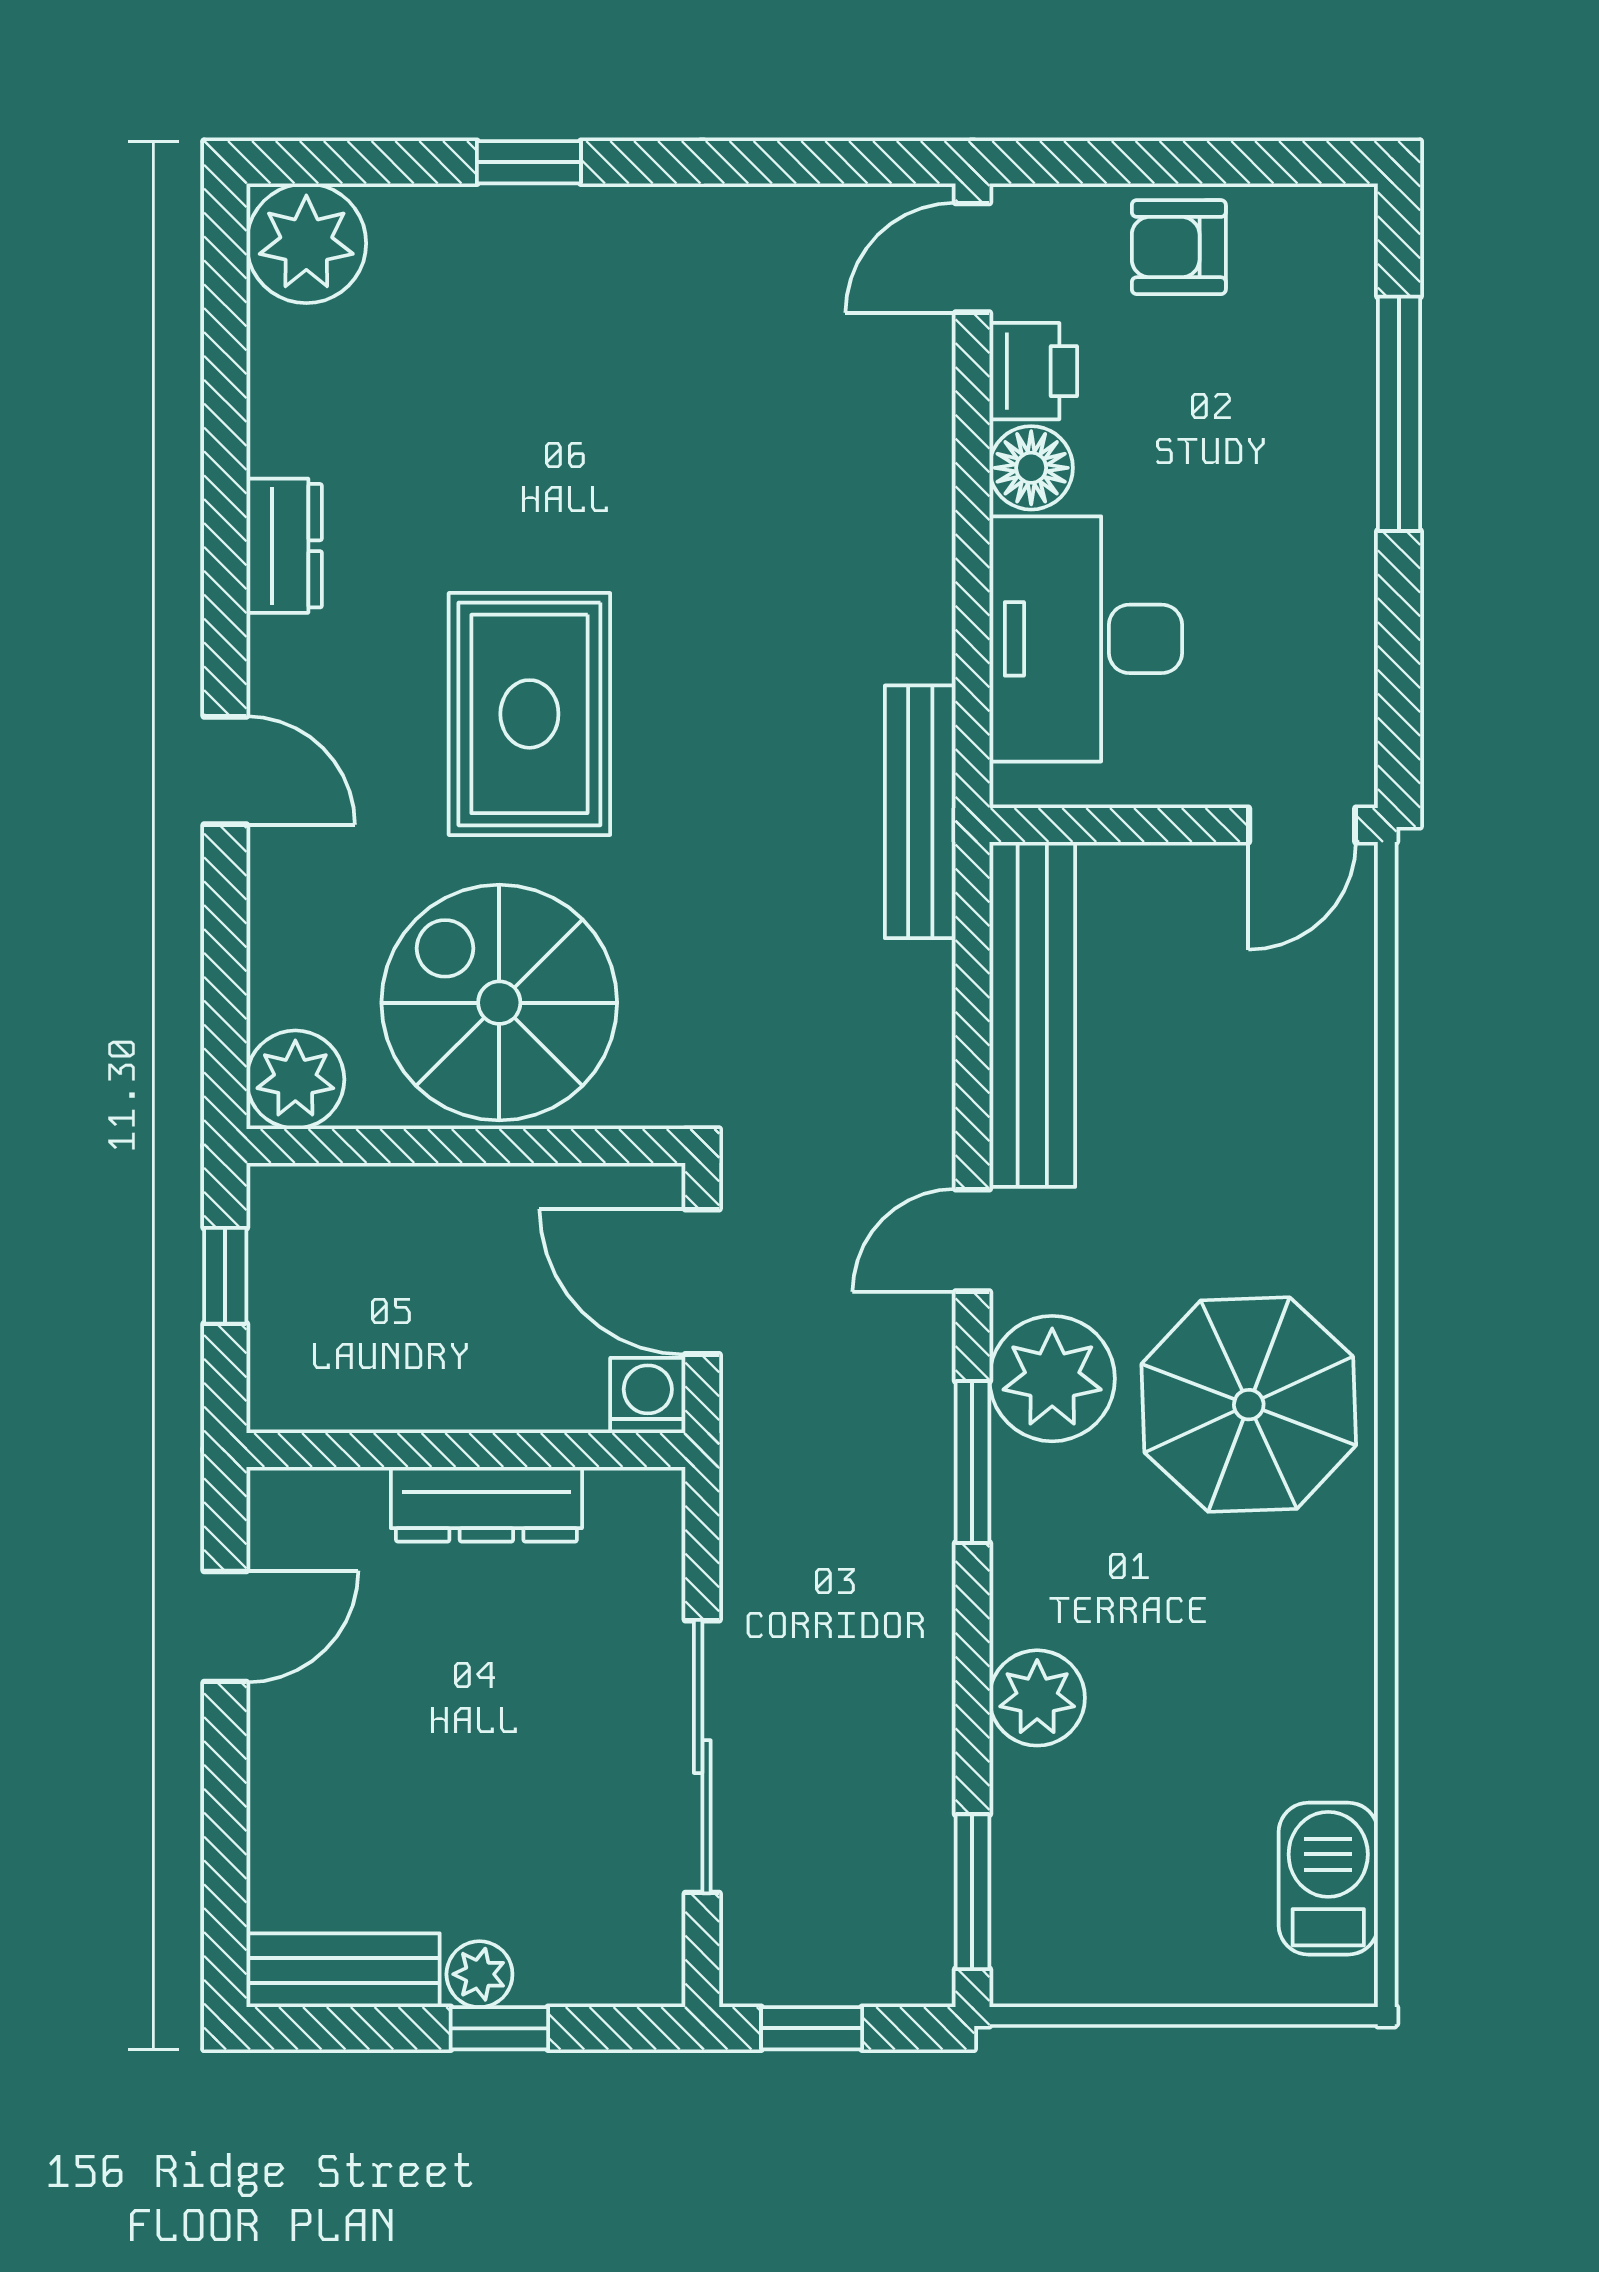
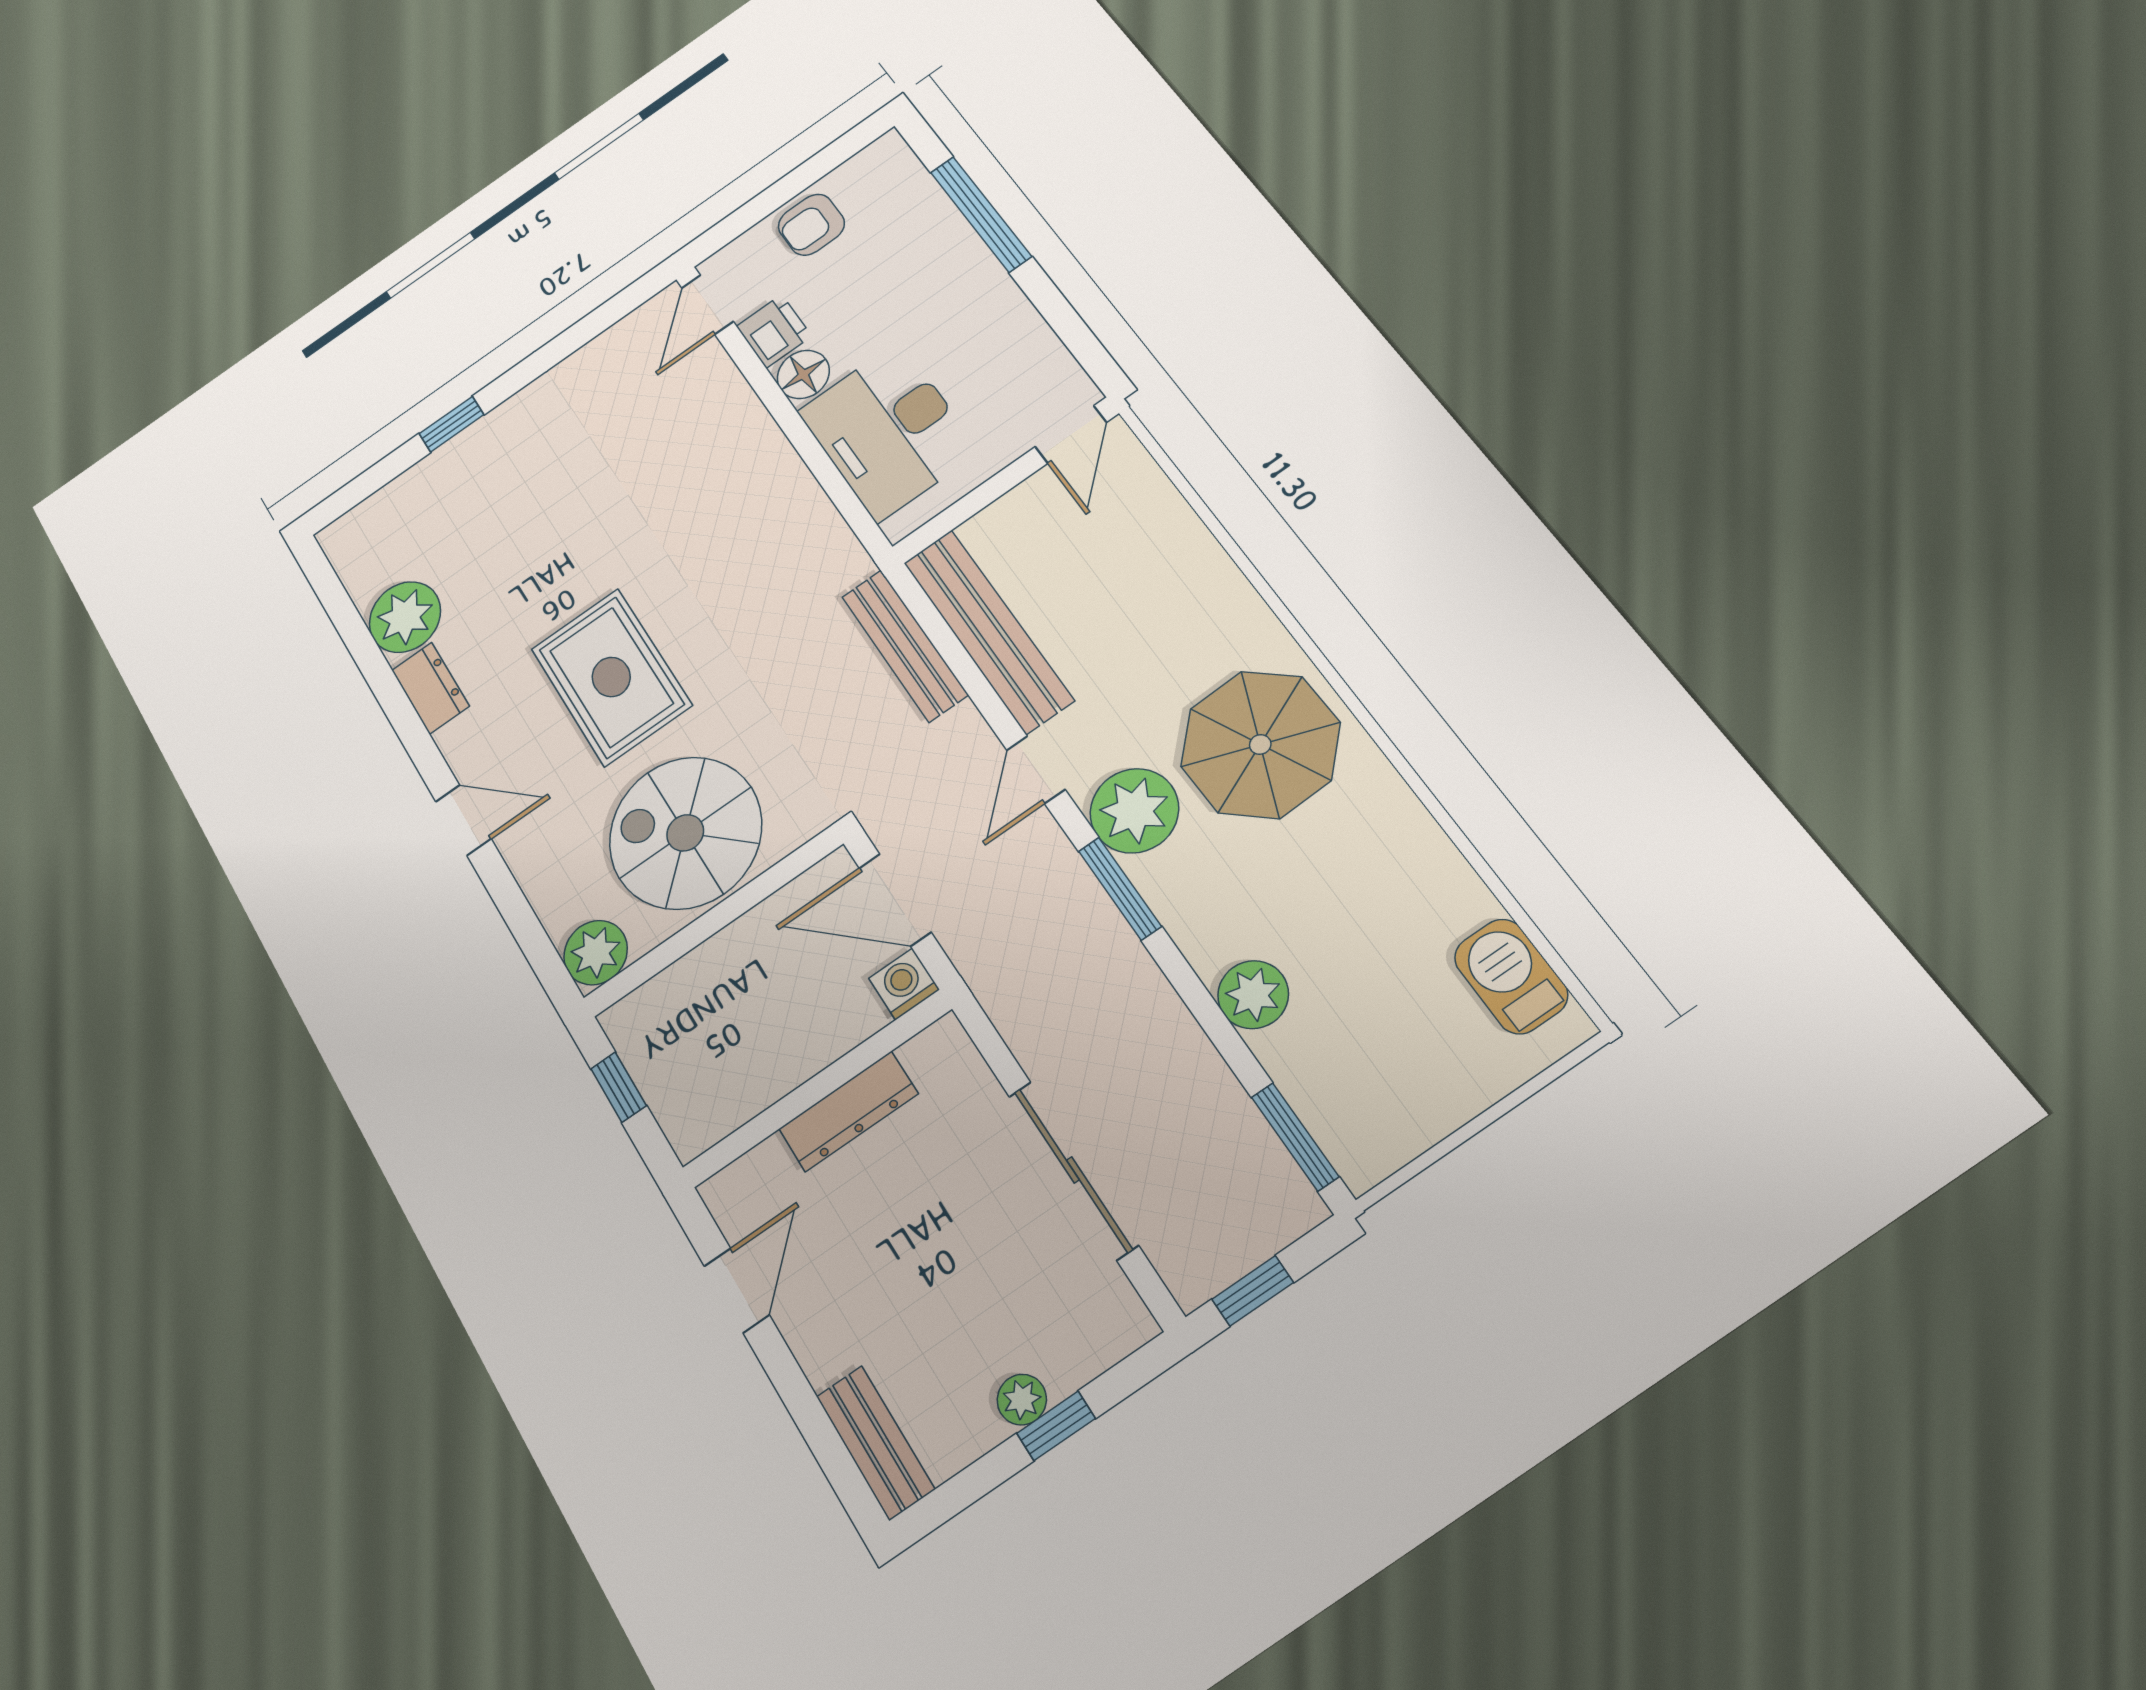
plant: (306, 243) -> (405, 617), moved
bench: (920, 812) -> (905, 646), moved
bench: (343, 1970) -> (875, 1443), moved, turned 90

